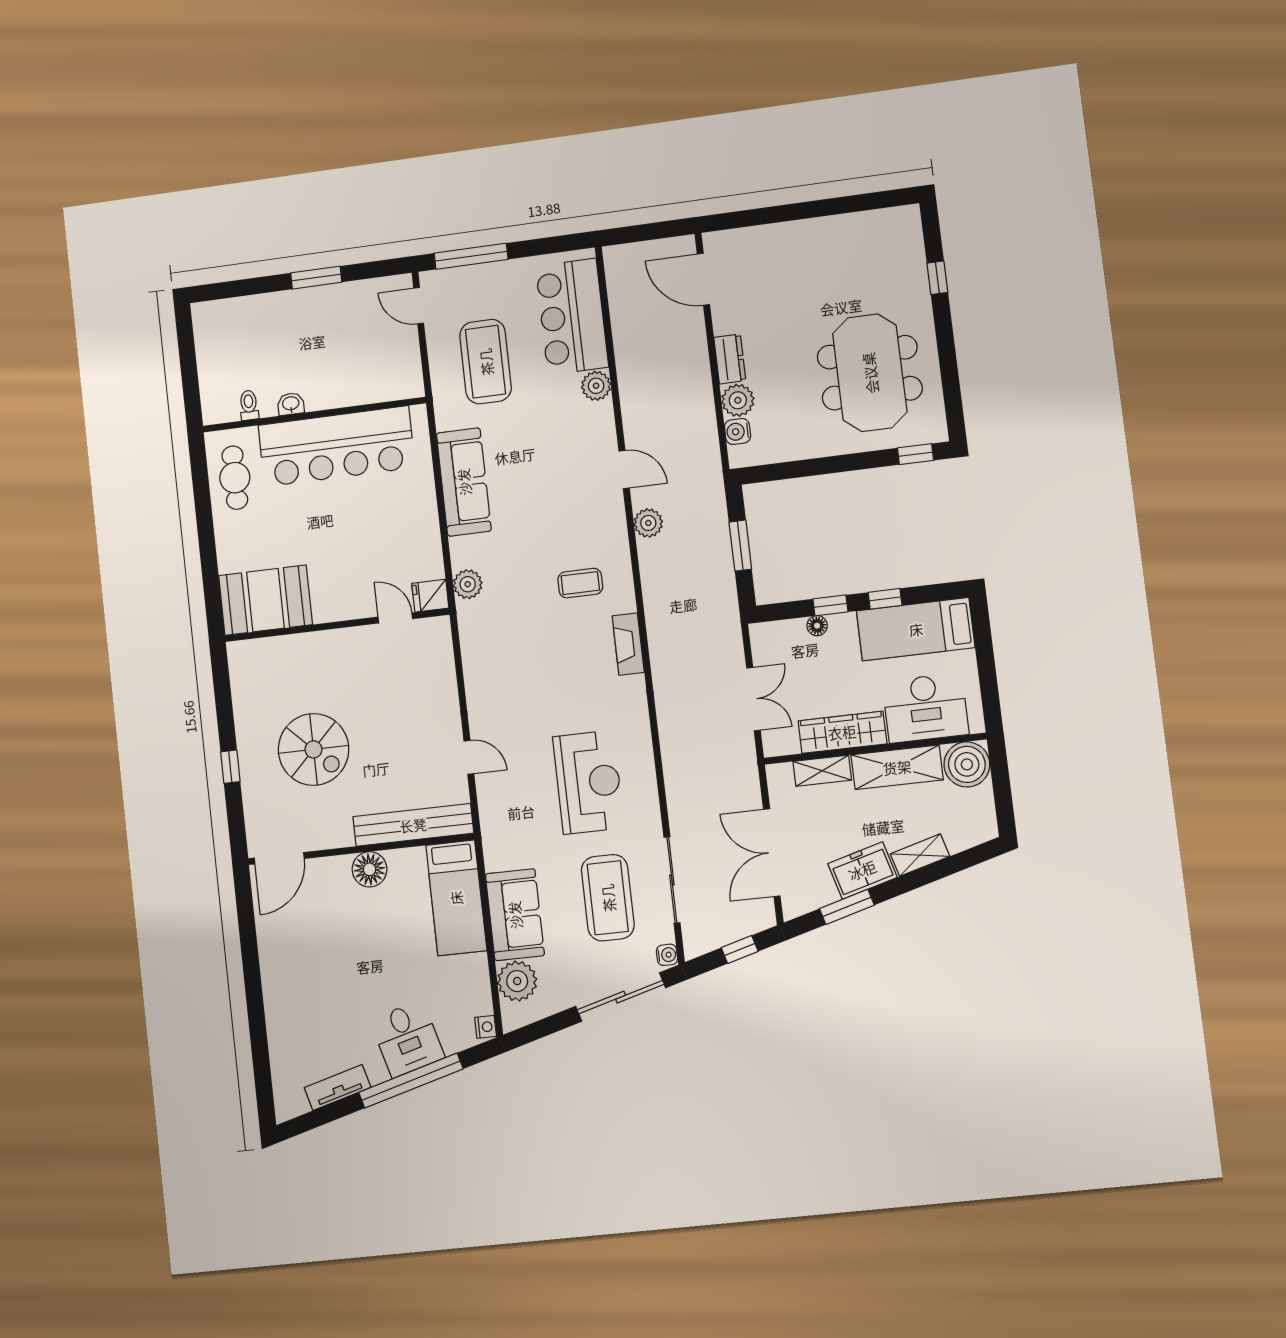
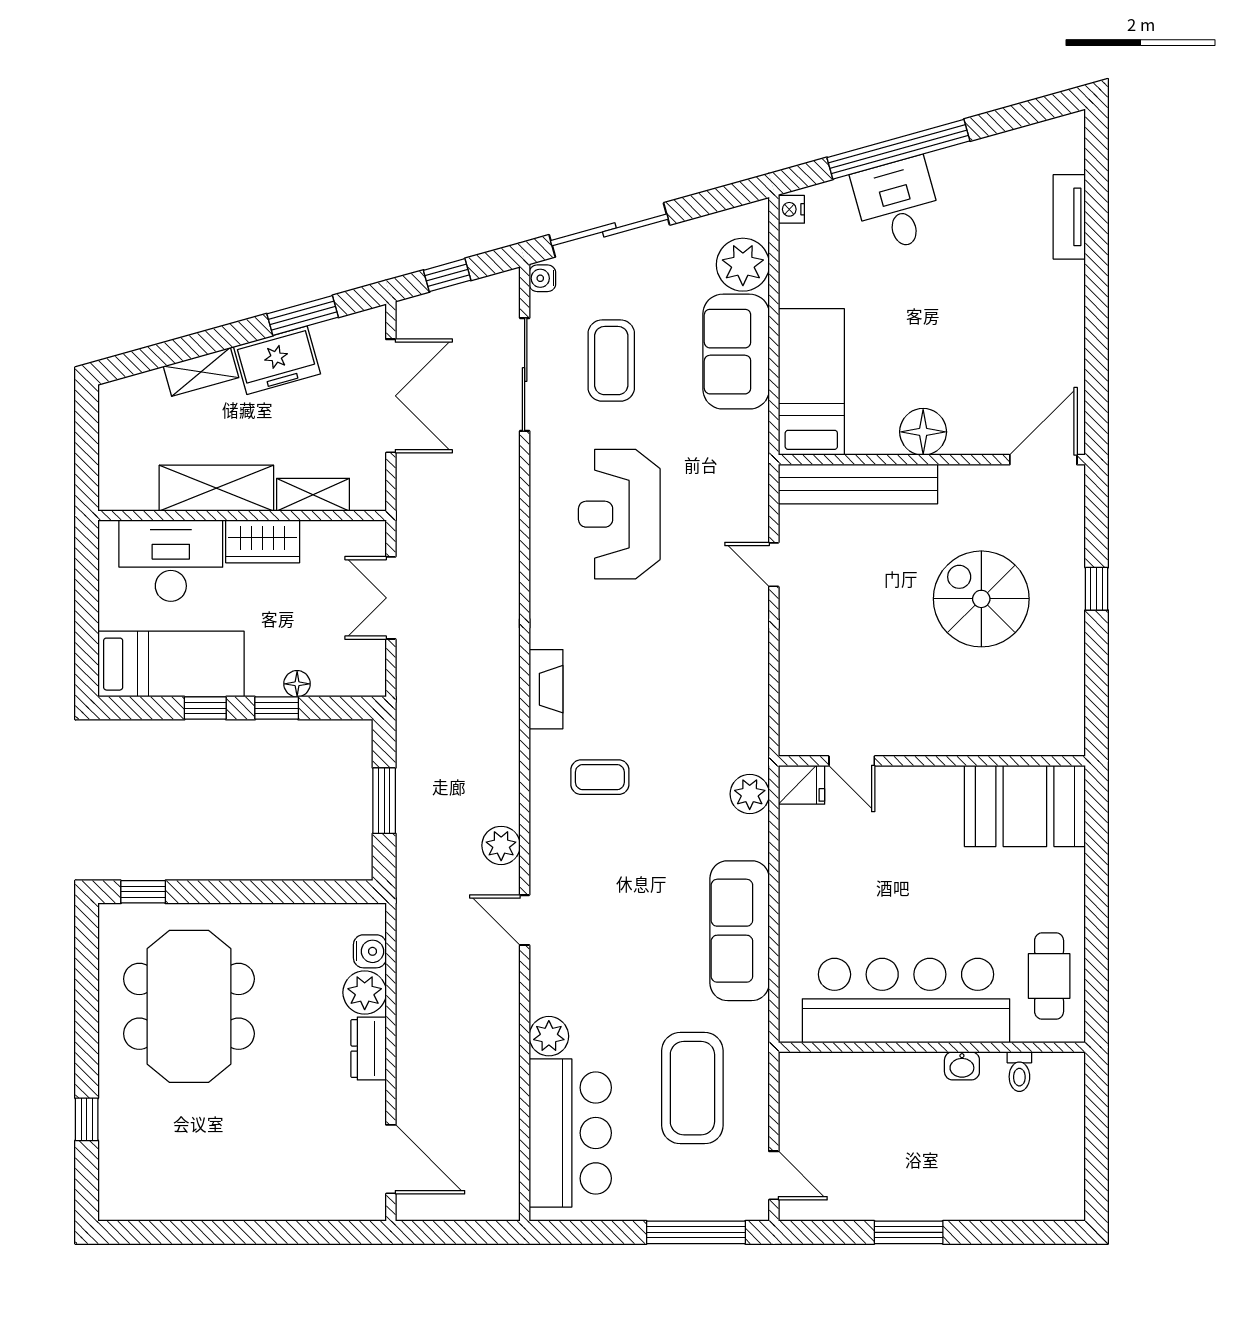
wardrobe: (842, 732) -> (263, 541), width x0.67
boiler: (967, 764) -> (127, 482), removed
coffee table: (608, 898) -> (611, 361), width x0.73, depth x0.76
tv unit: (338, 1087) -> (1069, 217), moved, turned 106

